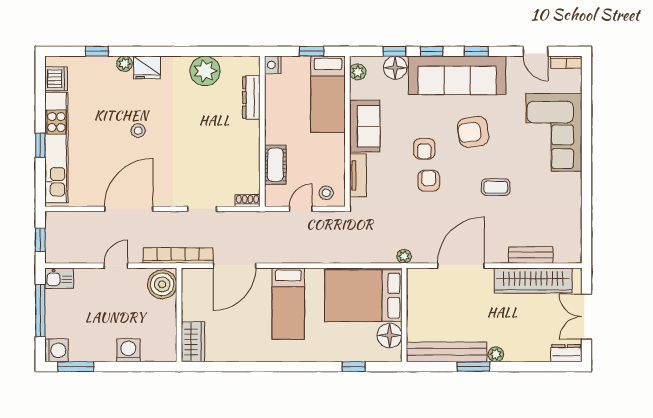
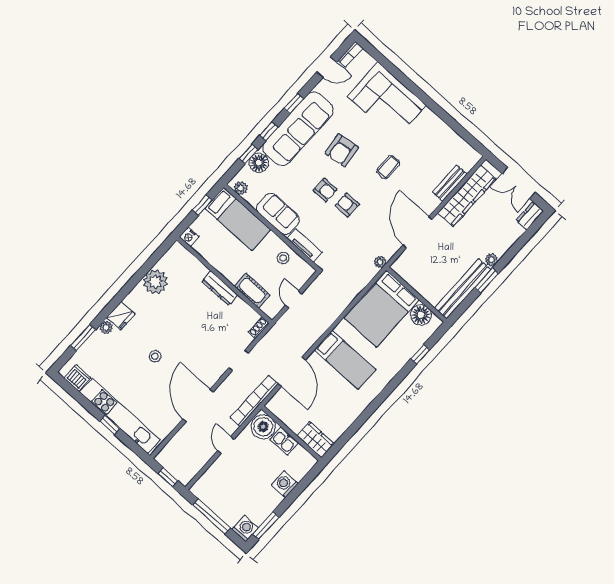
window: (97, 51) -> (83, 338), width x1.50
dresser: (251, 97) -> (220, 288), moved
stool: (326, 193) -> (283, 258), moved
kitchen sink: (59, 278) -> (284, 441), moved, turned 90

